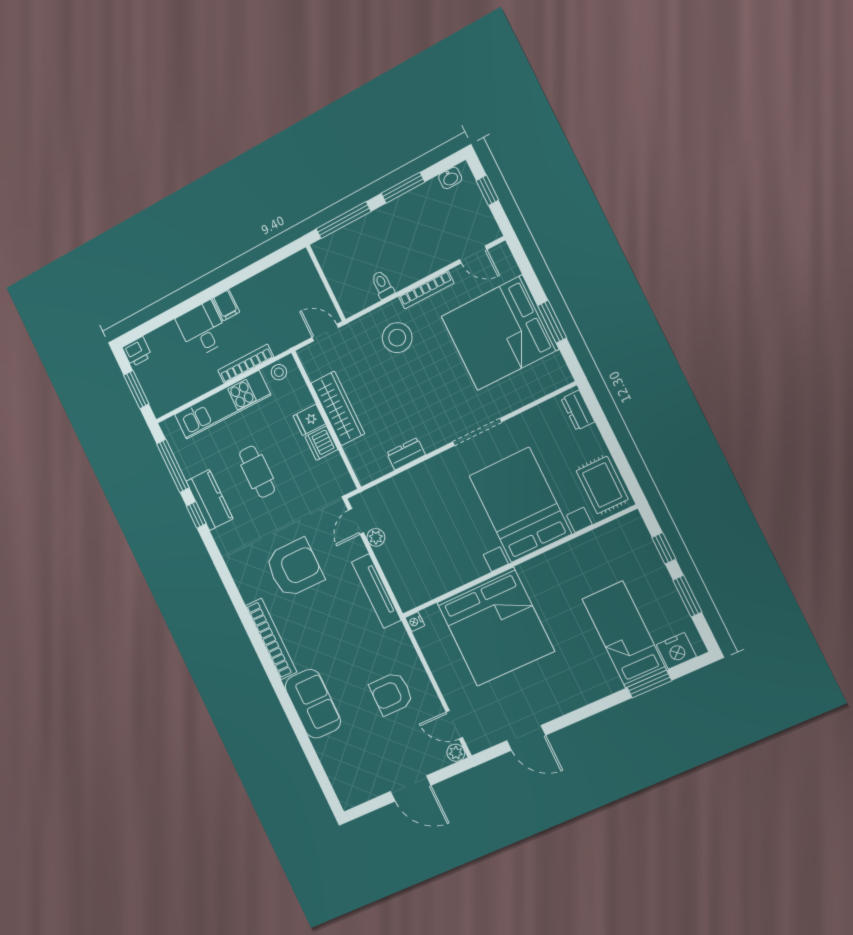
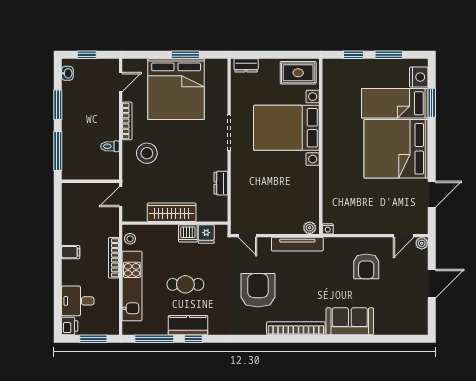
desk: (202, 329) -> (78, 301), moved
fridge: (309, 420) -> (206, 234), moved
plant: (376, 537) -> (310, 228), moved
bed: (495, 627) -> (396, 149), moved, turned 180

